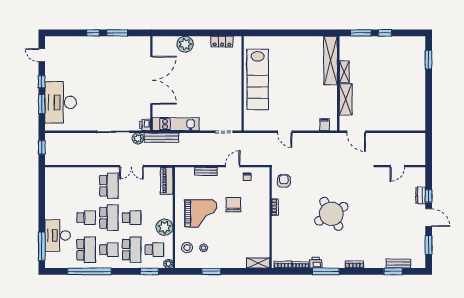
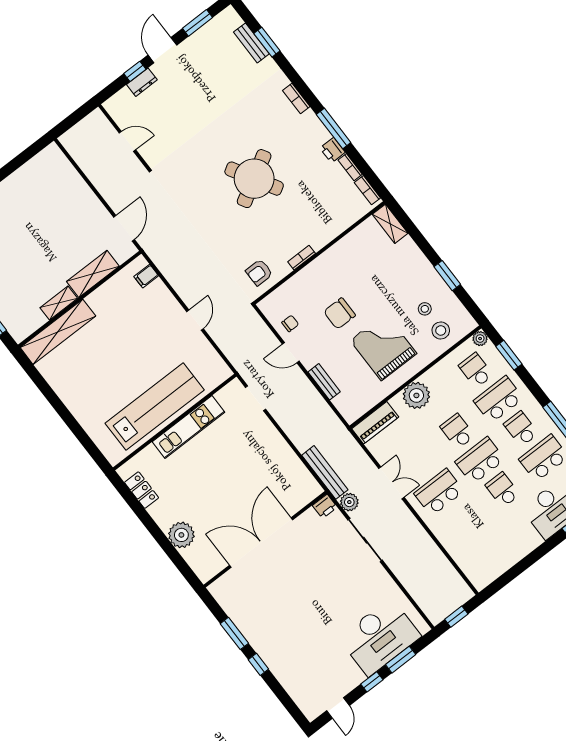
kitchen unit: (176, 124) -> (188, 427), moved, turned -90
plant: (165, 227) -> (416, 395), moved

